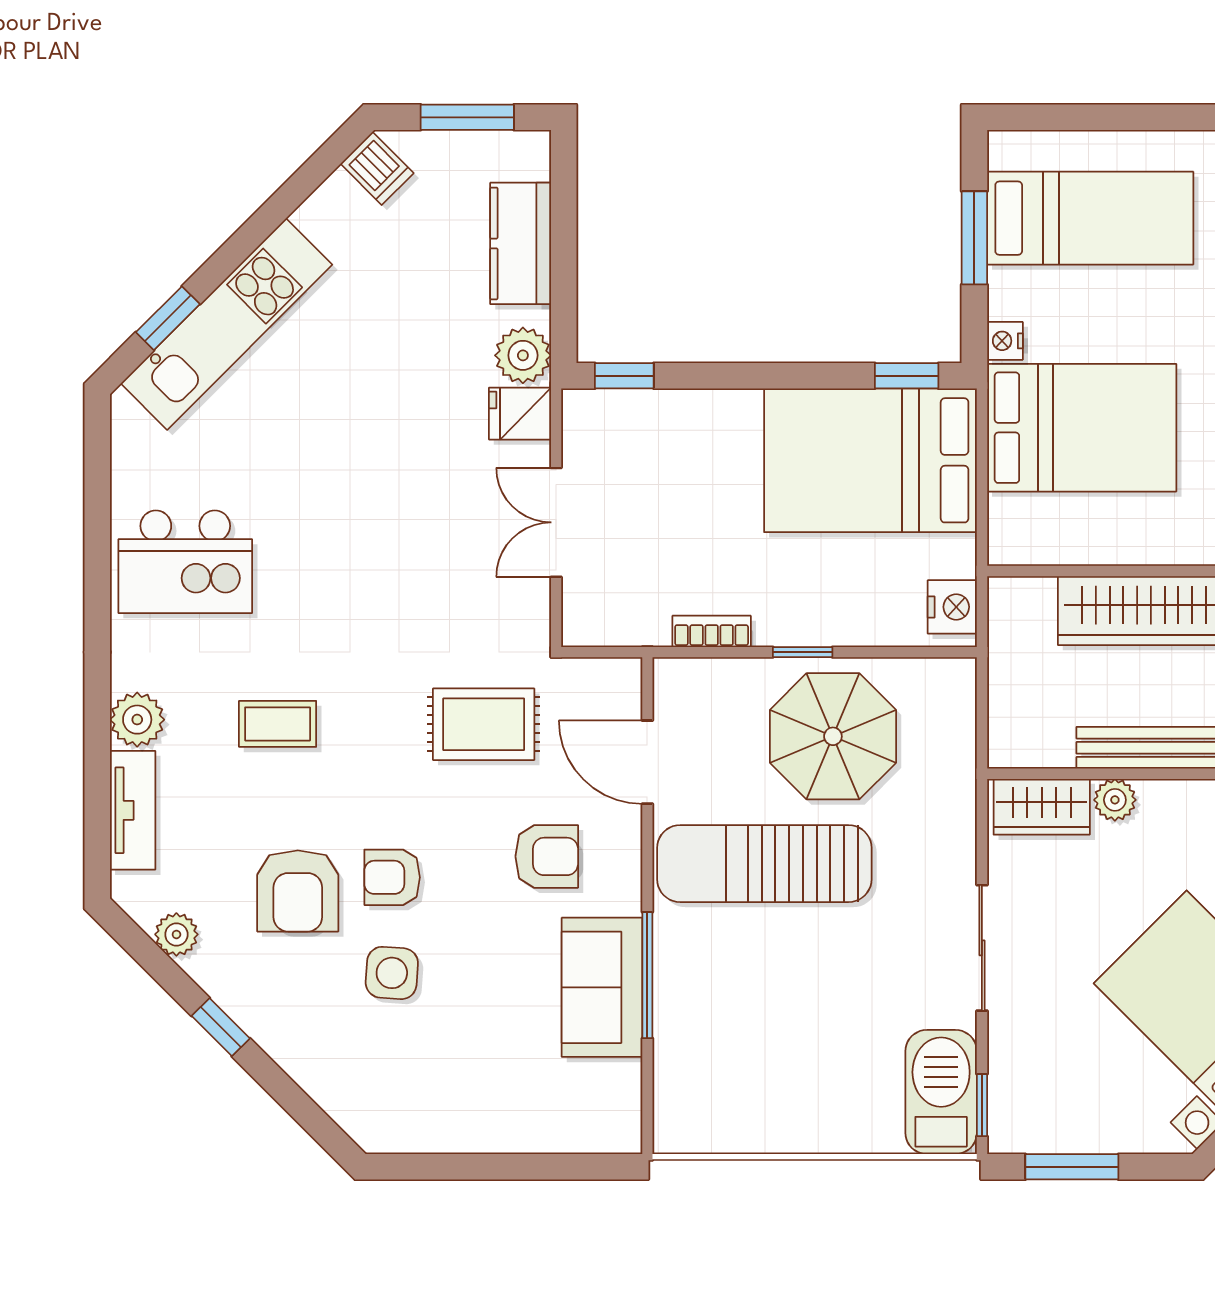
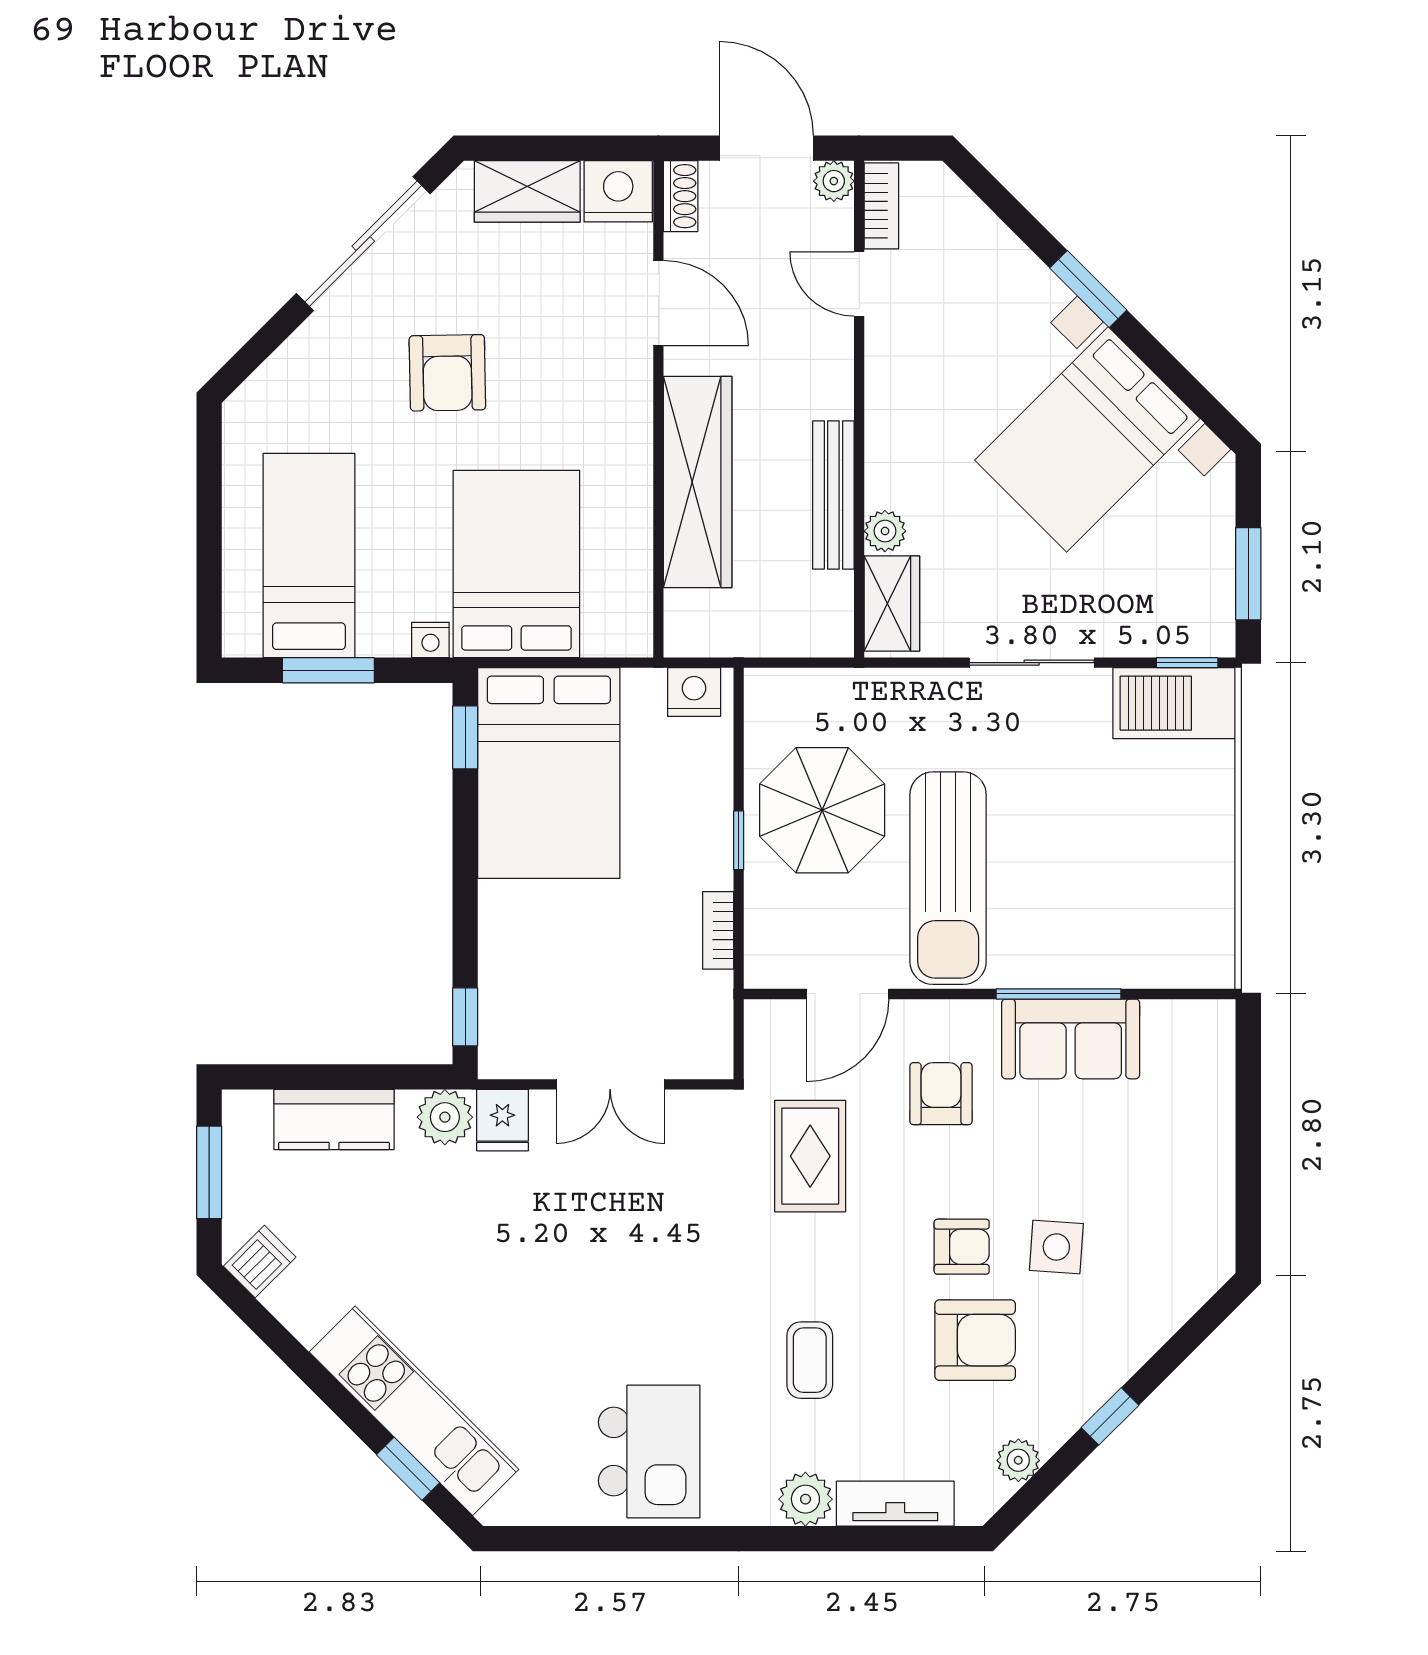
armchair: (392, 877) -> (962, 1247), turned -90

